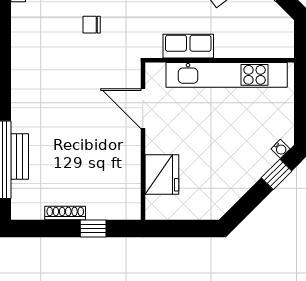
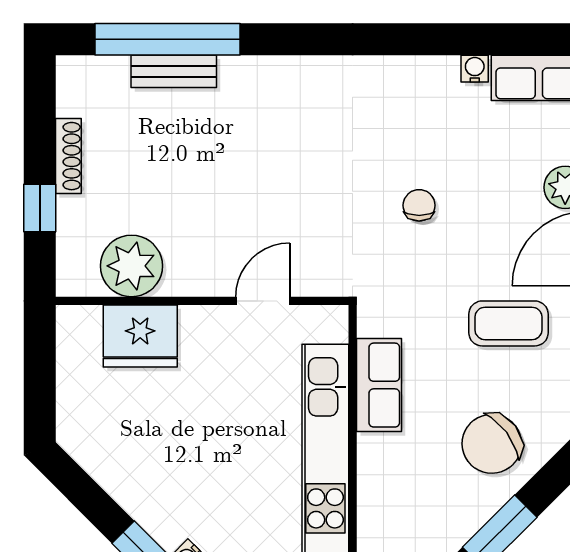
door: (143, 109) -> (263, 301), width x0.73
plant: (124, 179) -> (131, 266), added

